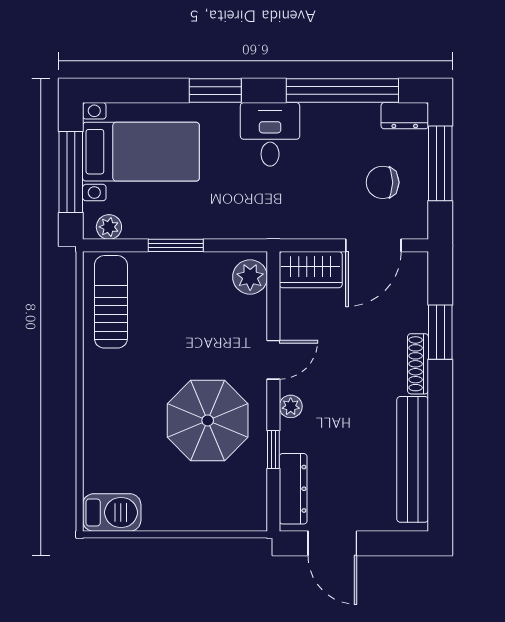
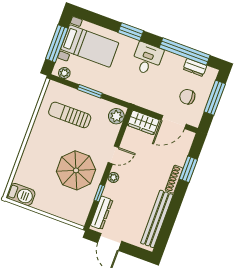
dresser: (405, 116) -> (195, 67), moved
sun lounger: (111, 302) -> (70, 115), moved, turned -90

